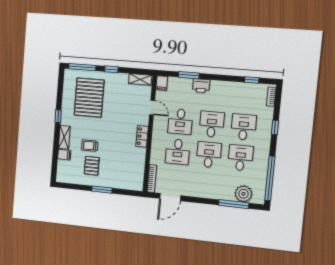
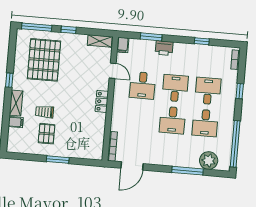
window: (252, 80) -> (202, 41), moved
desk: (178, 152) -> (140, 117), removed
desk: (209, 155) -> (172, 120), turned 180
desk: (241, 158) -> (205, 123), turned 180
window: (234, 204) -> (188, 171), moved

